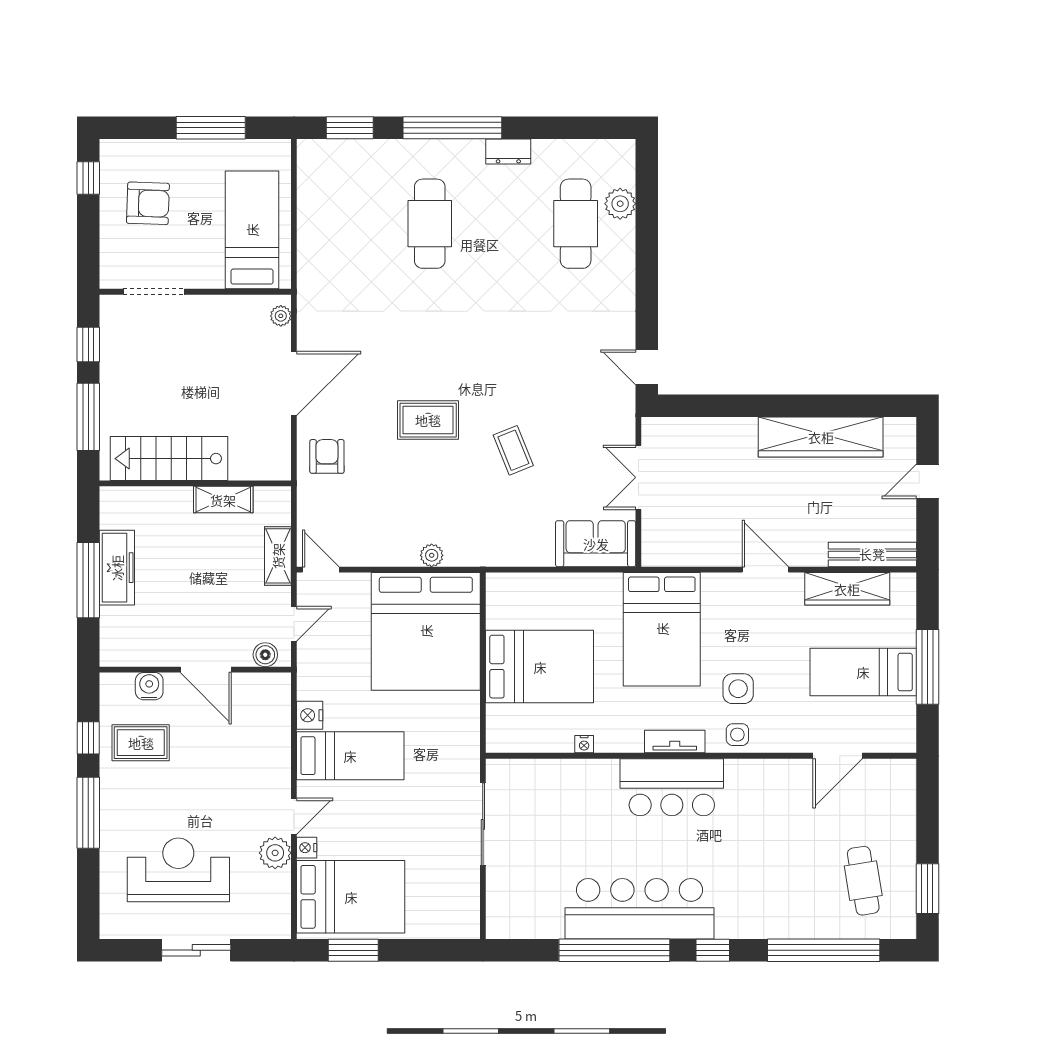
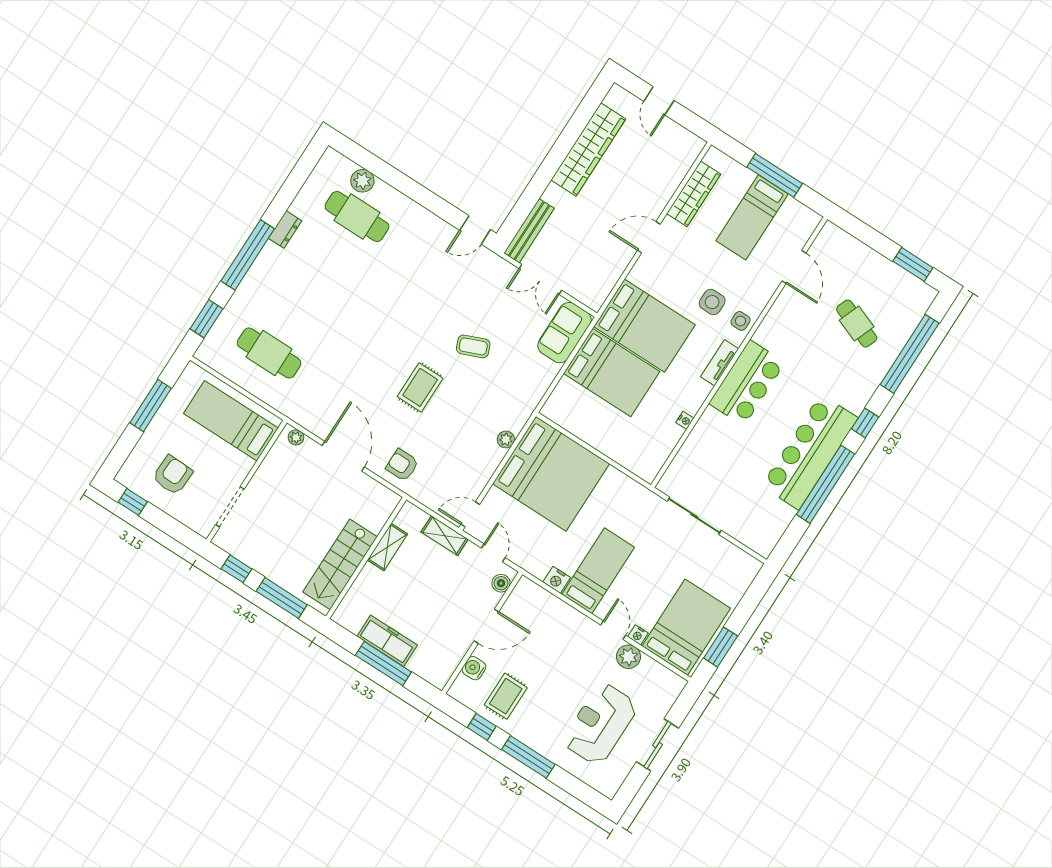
cafe table: (430, 224) -> (269, 353), moved
bench: (872, 554) -> (529, 231), moved
bed: (540, 667) -> (612, 372), moved, turned 90
cafe table: (863, 881) -> (857, 324), moved, turned 30

